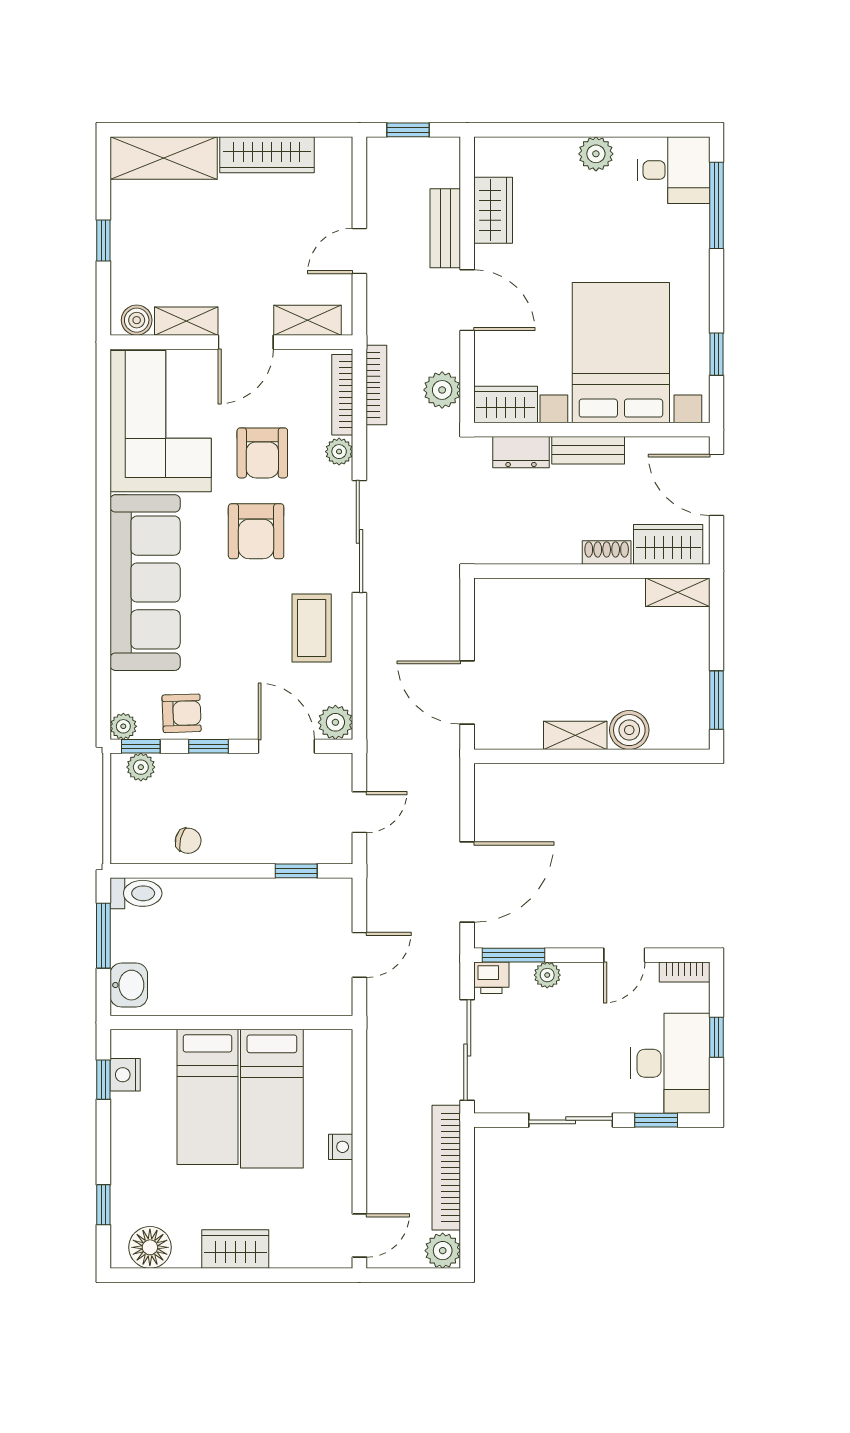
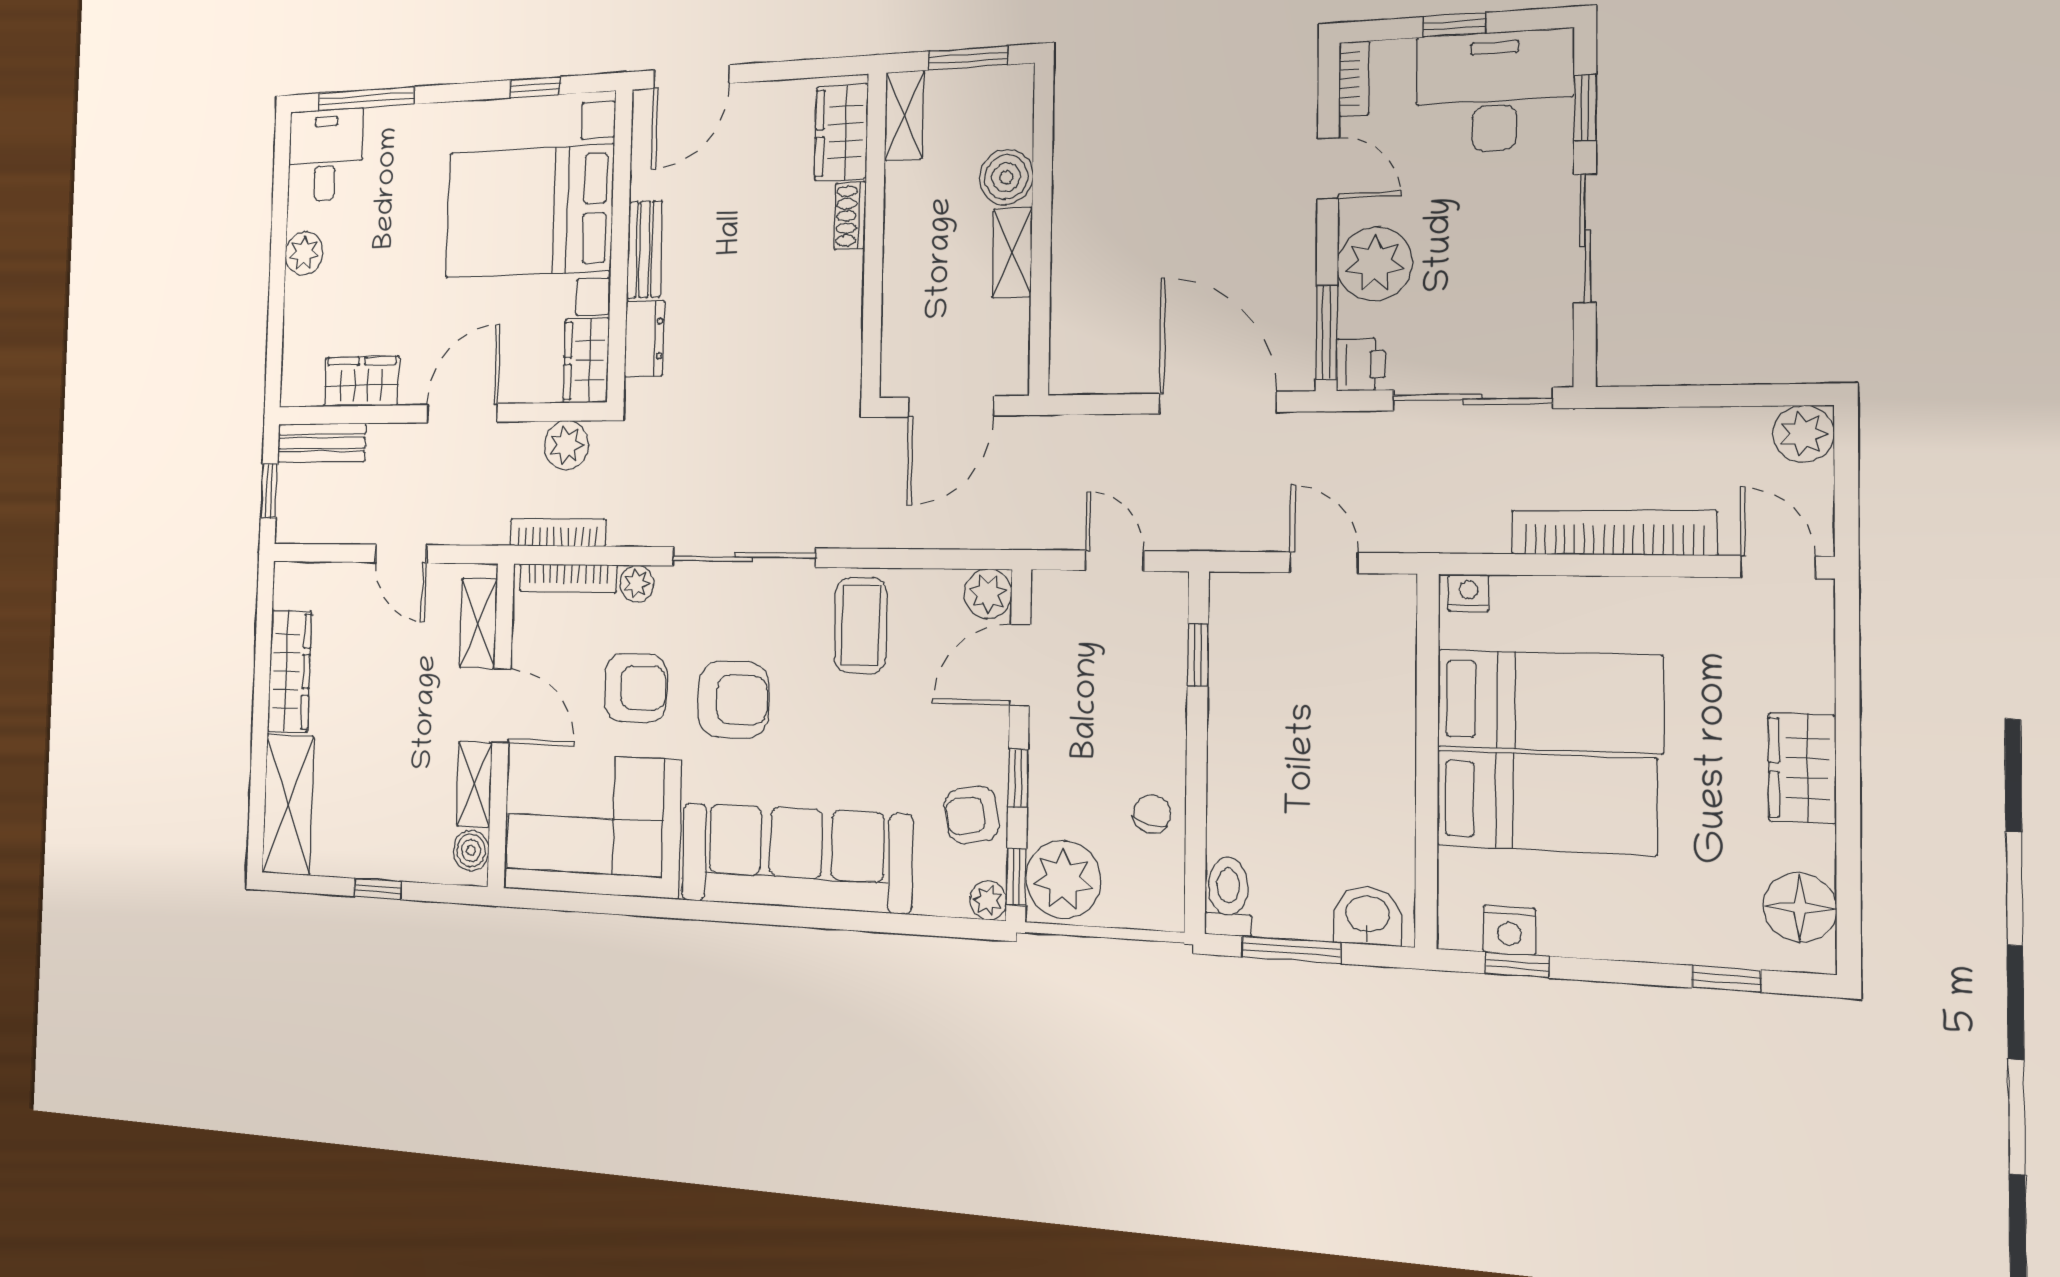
bench: (445, 228) -> (321, 443), moved
wardrobe: (668, 544) -> (841, 132), moved
shoe rack: (607, 553) -> (850, 216), moved
wall: (592, 571) -> (874, 235), moved
shelving: (678, 592) -> (904, 115), moved
coffee table: (312, 628) -> (861, 625), turned 90
armchair: (182, 713) -> (972, 815), turned -99
plant: (141, 767) -> (1063, 879), width x1.87, depth x1.87
plant: (547, 975) -> (1375, 264), width x1.88, depth x1.88
nightstand: (341, 1147) -> (1469, 593), moved
bookcase: (446, 1168) -> (1613, 533), moved, turned 180

